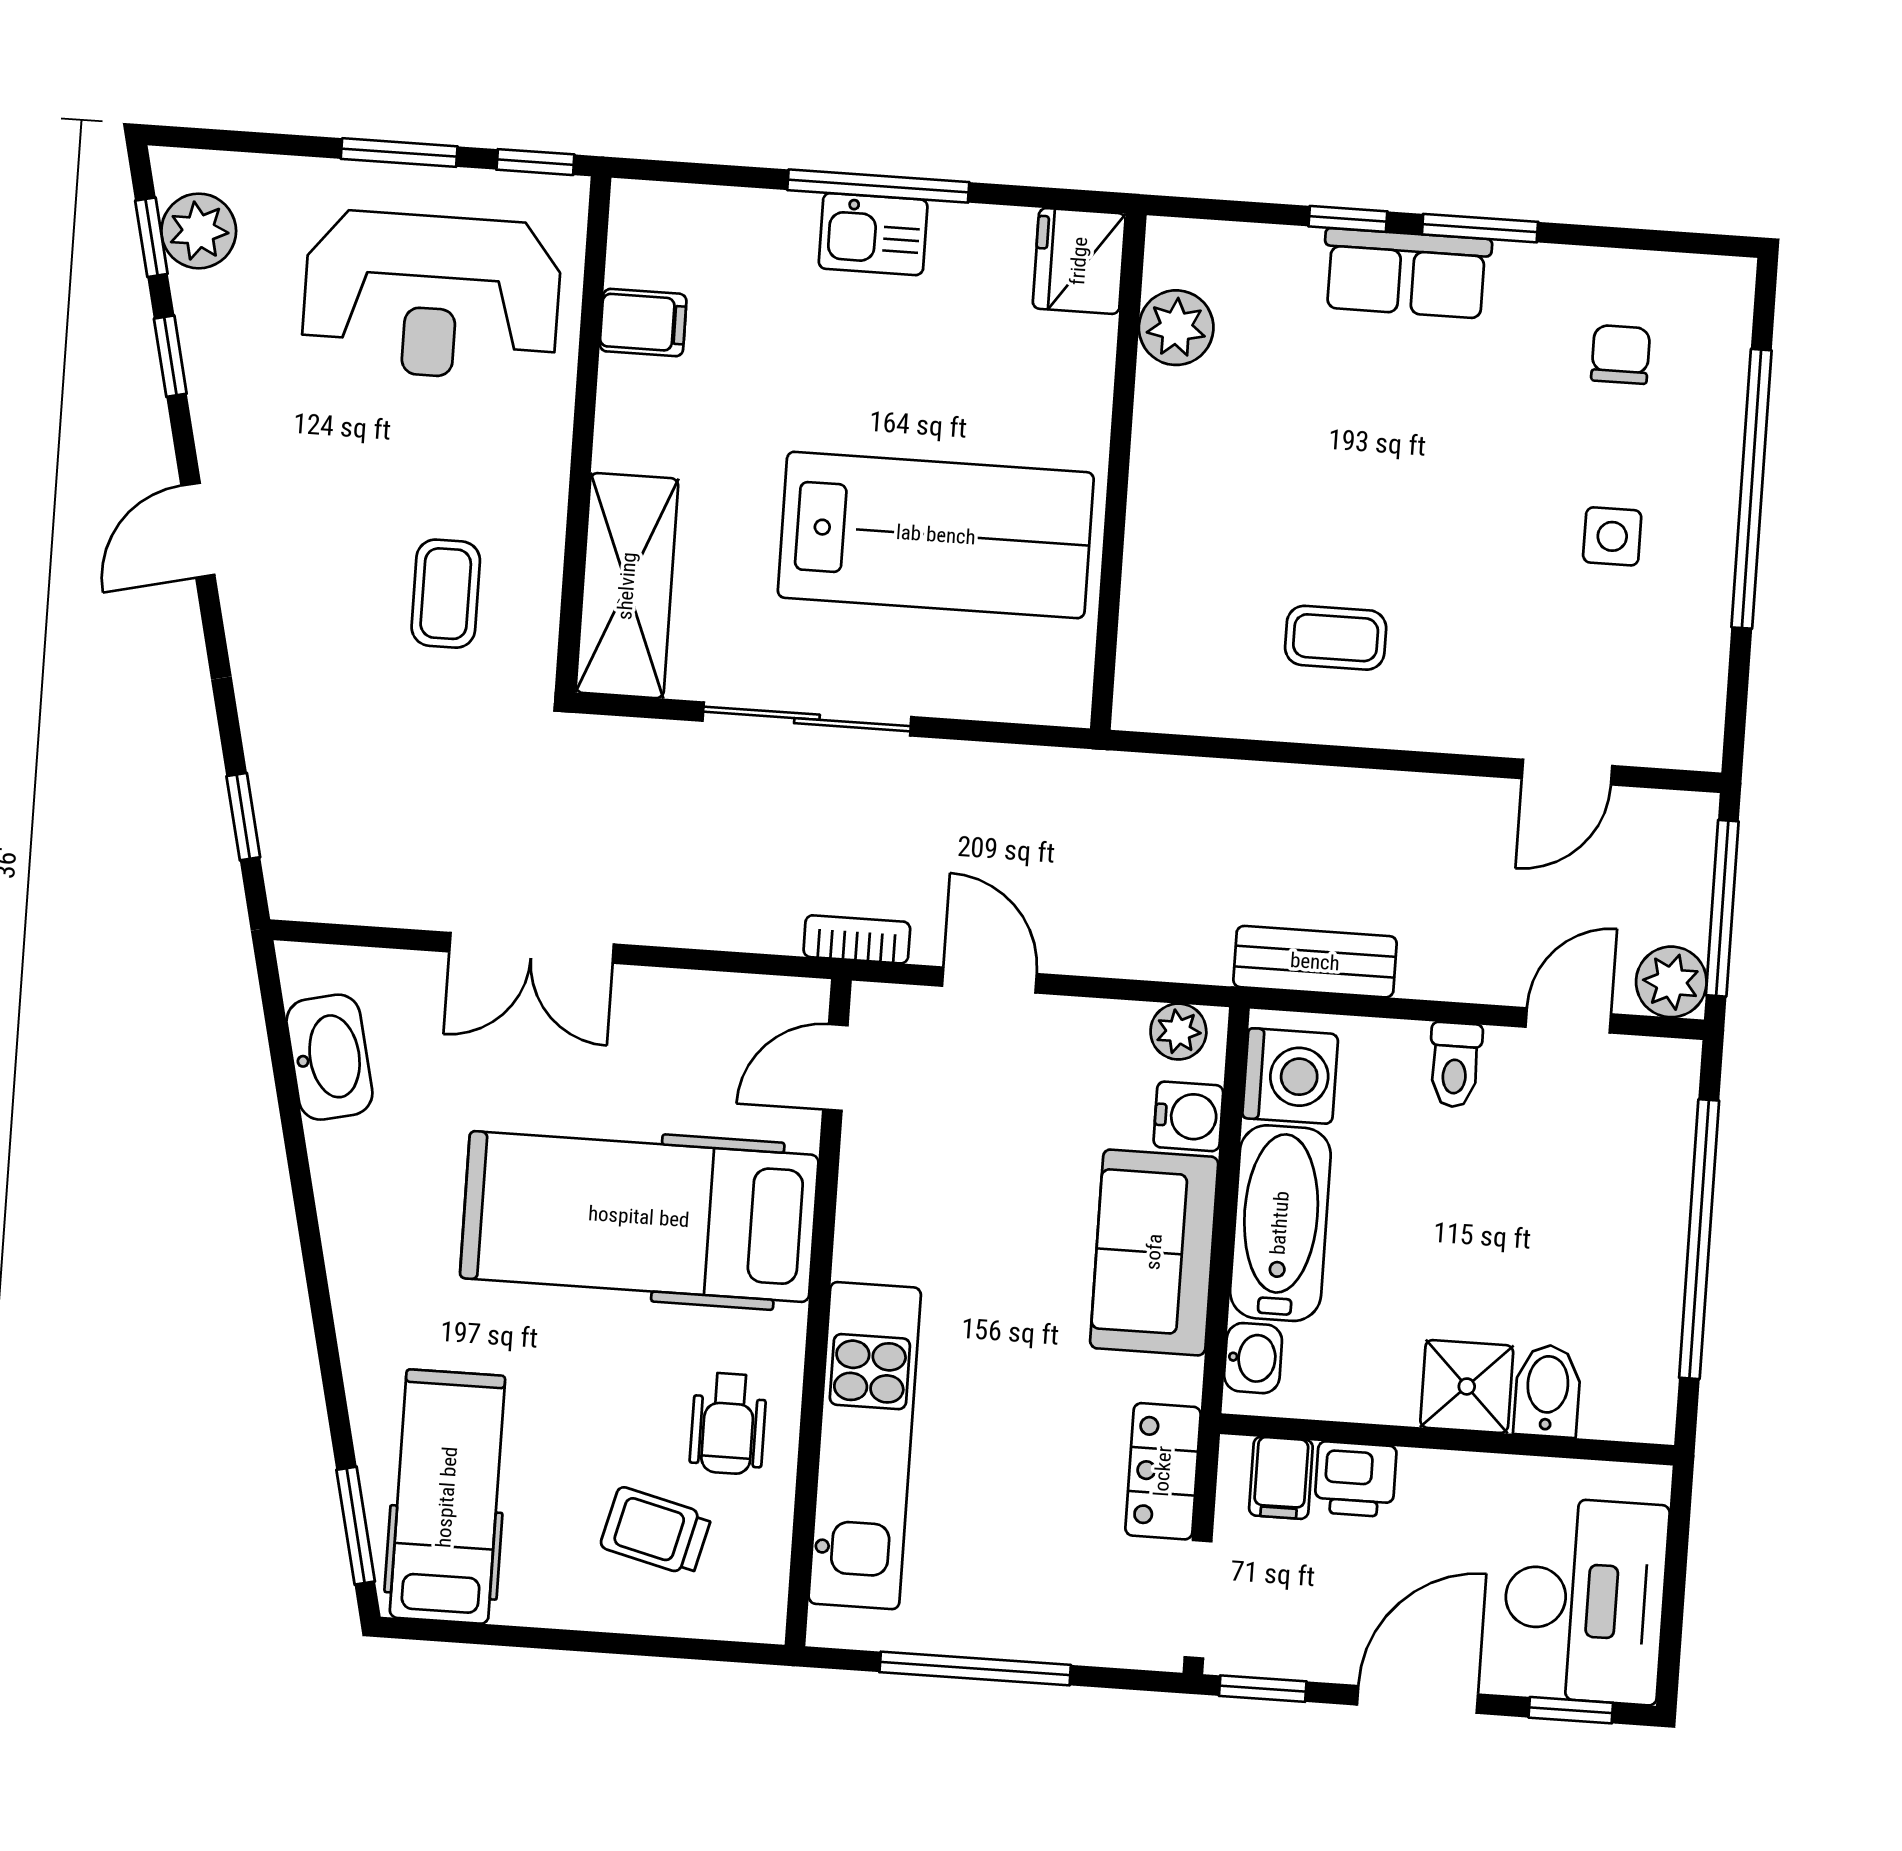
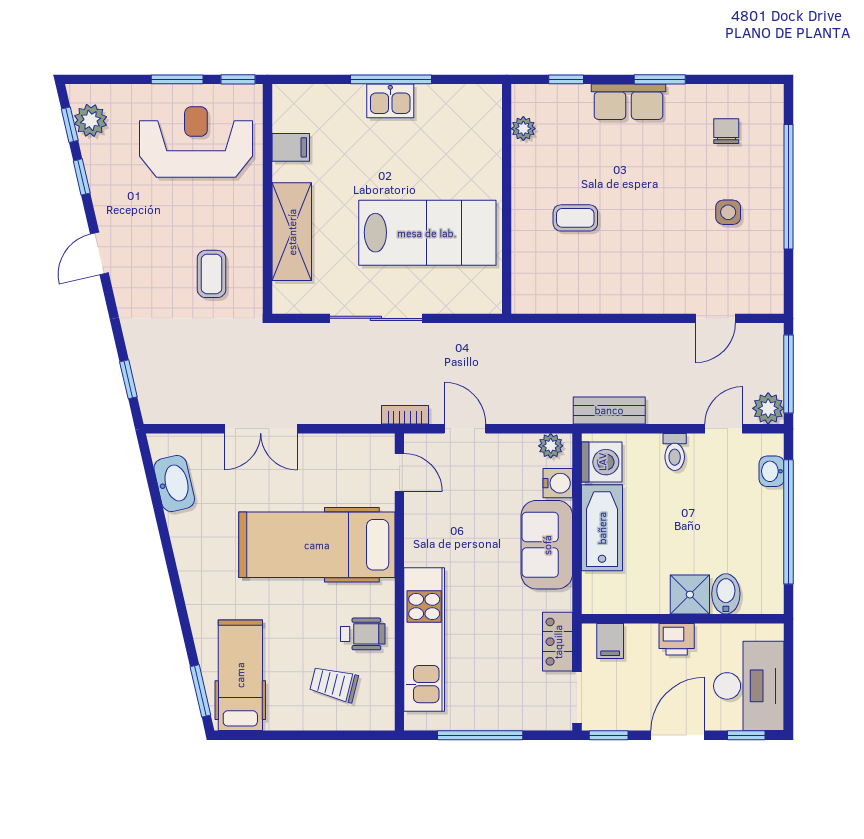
window: (1348, 219) -> (566, 79), moved
fridge: (1079, 261) -> (483, 106), removed
reception desk: (432, 296) -> (196, 142), turned 180
plant: (1176, 328) -> (523, 129), width x0.73, depth x0.73
shelving: (627, 586) -> (292, 232), moved
coffee table: (1336, 638) -> (575, 218), moved
door: (835, 1067) -> (399, 472), swing flipped
washbasin: (1253, 1358) -> (772, 471), moved, turned 180
wheelchair: (728, 1423) -> (363, 634), turned -90
printer: (1355, 1479) -> (677, 639), moved

